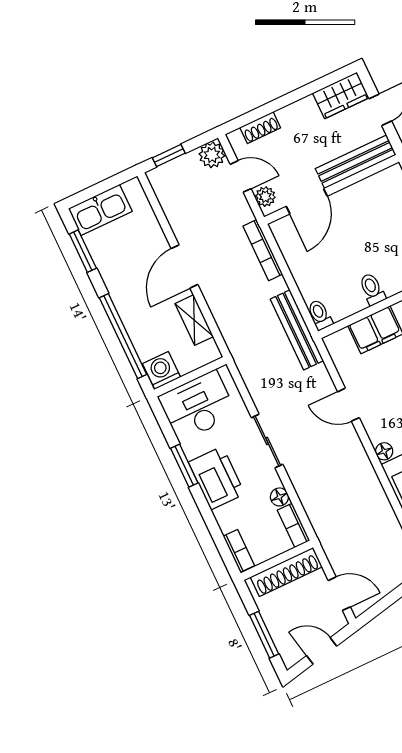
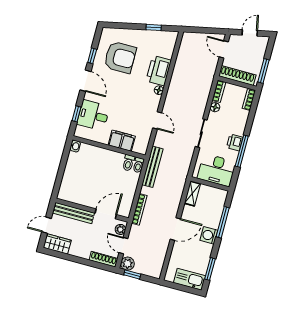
shoe rack: (260, 128) -> (103, 259), width x1.43
window: (169, 156) -> (132, 274), moved
toilet: (372, 289) -> (128, 163), moved
shelving: (194, 320) -> (192, 194), moved
window: (123, 336) -> (223, 222), width x0.68
washing machine: (162, 370) -> (209, 235), moved, turned 90
window: (184, 466) -> (242, 151), width x1.44
printer: (217, 478) -> (235, 142), width x0.53, depth x0.68
window: (264, 635) -> (263, 71), moved
door: (322, 651) -> (250, 33), swing flipped

